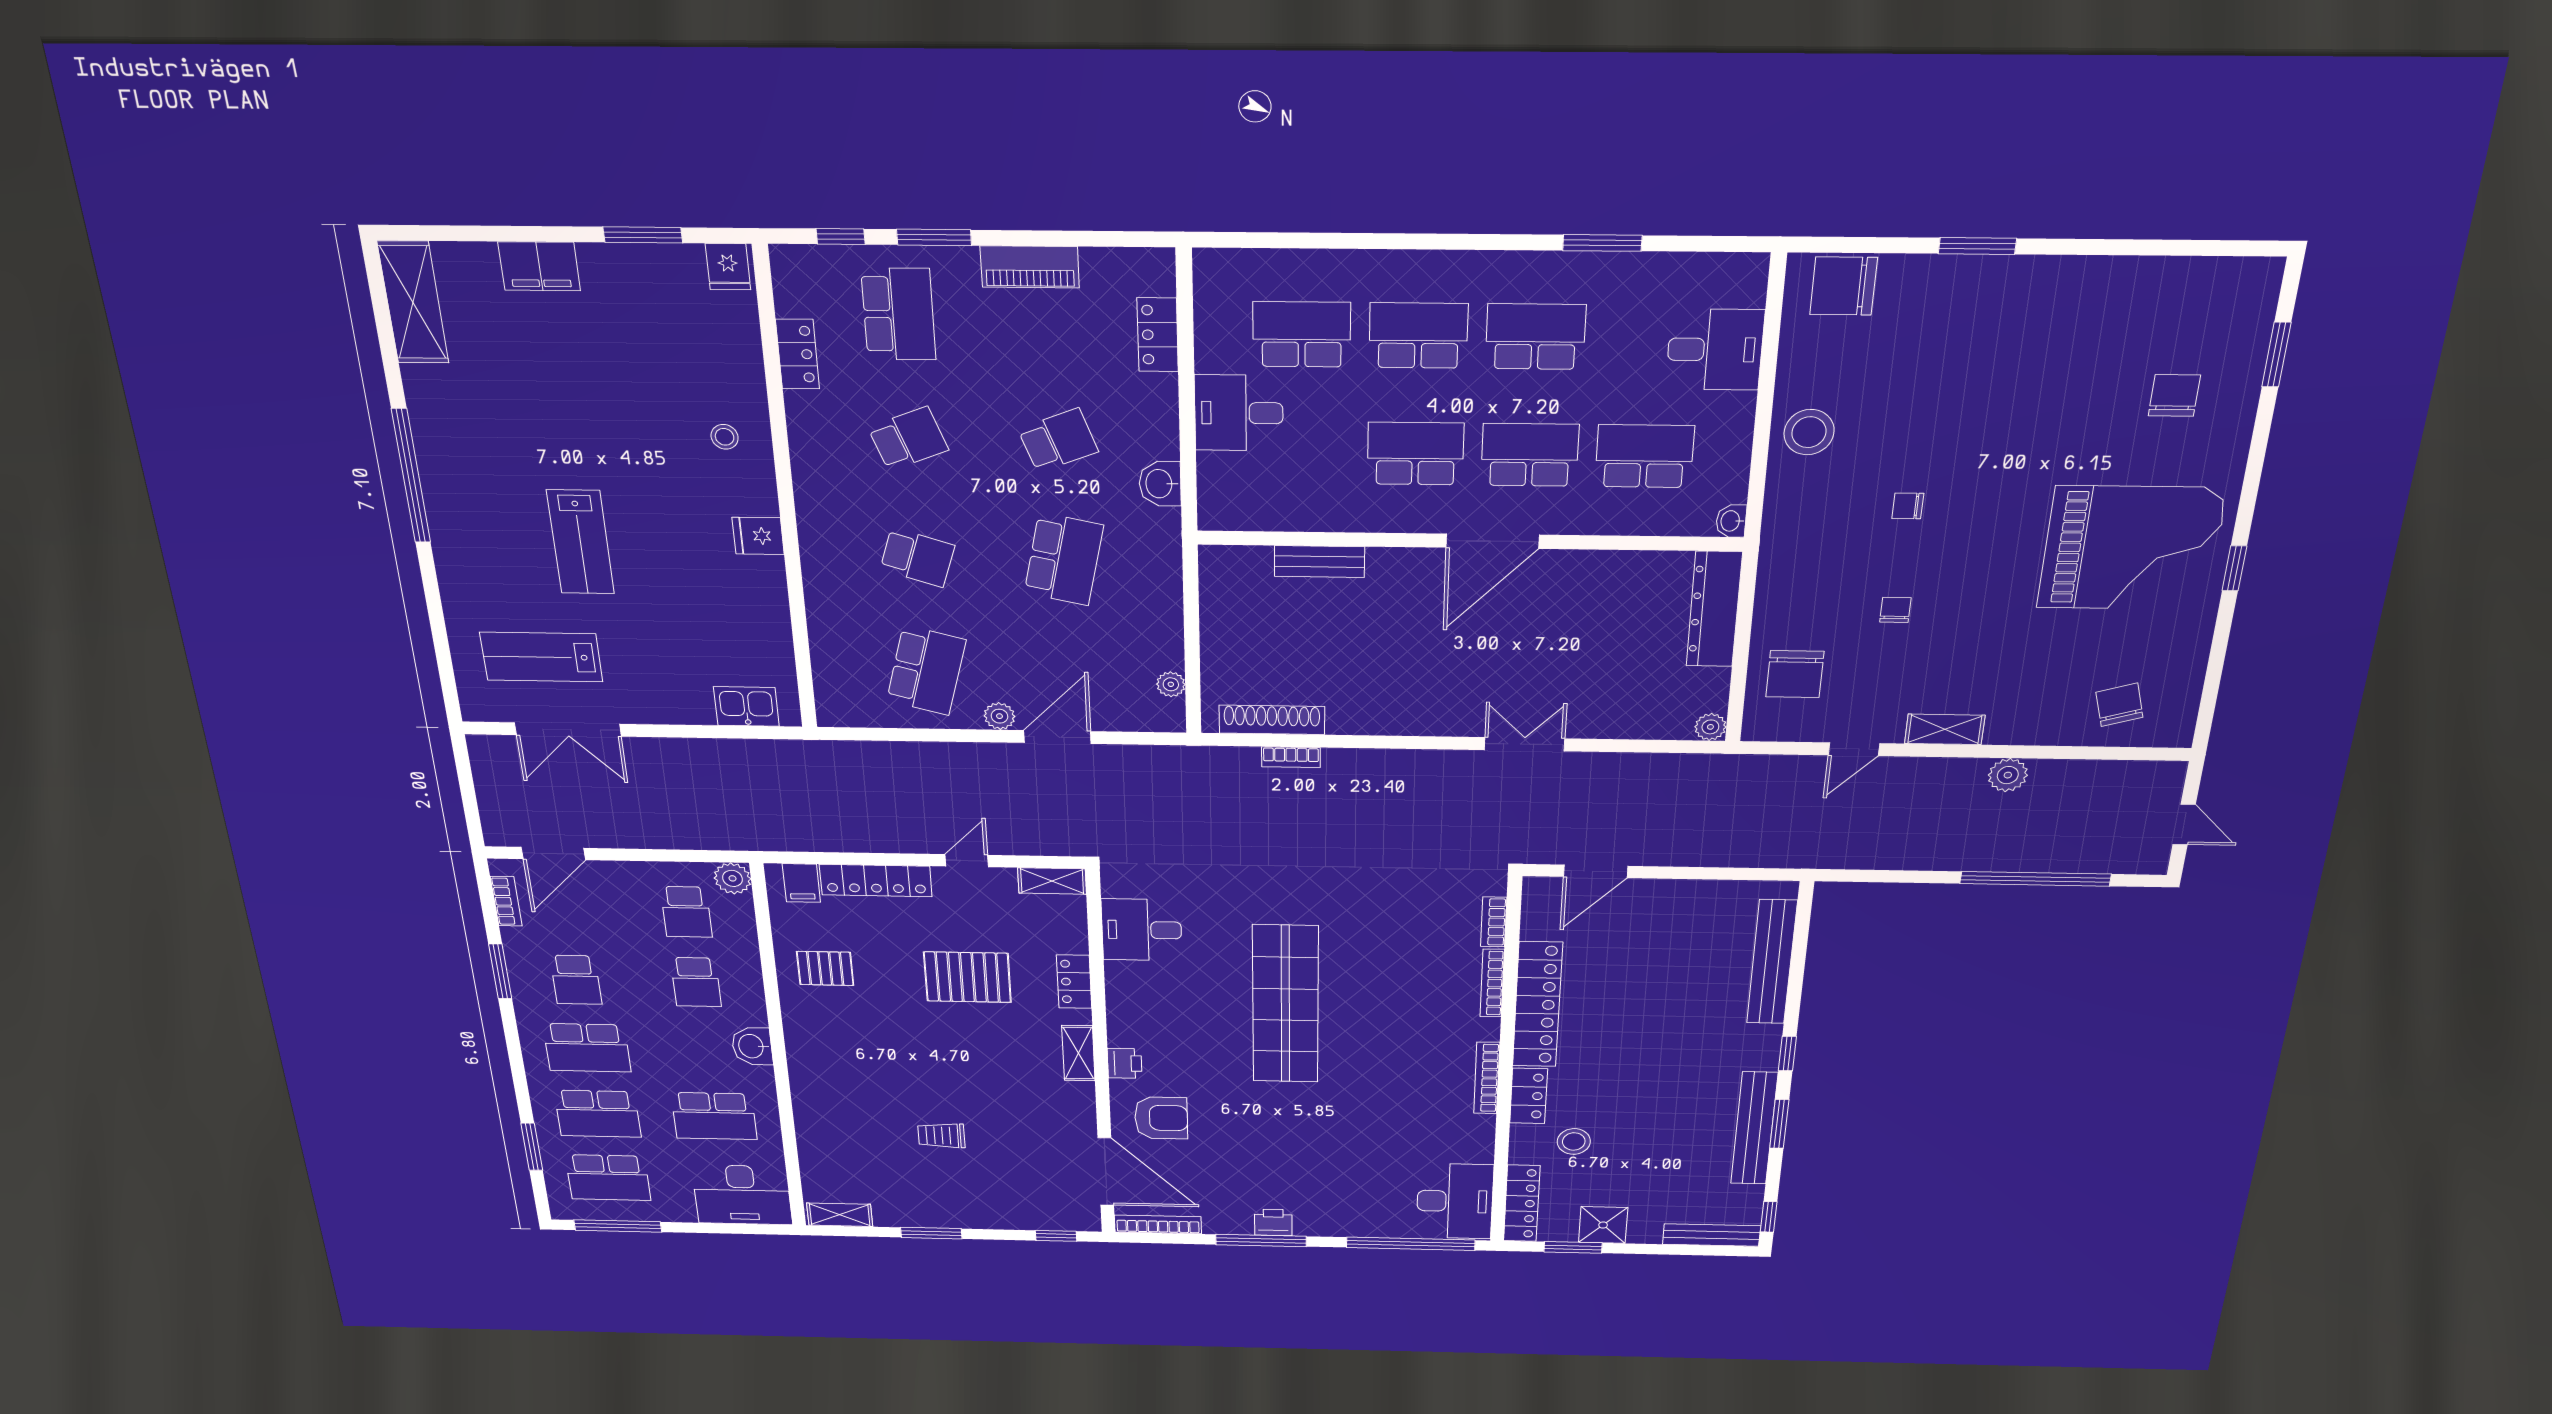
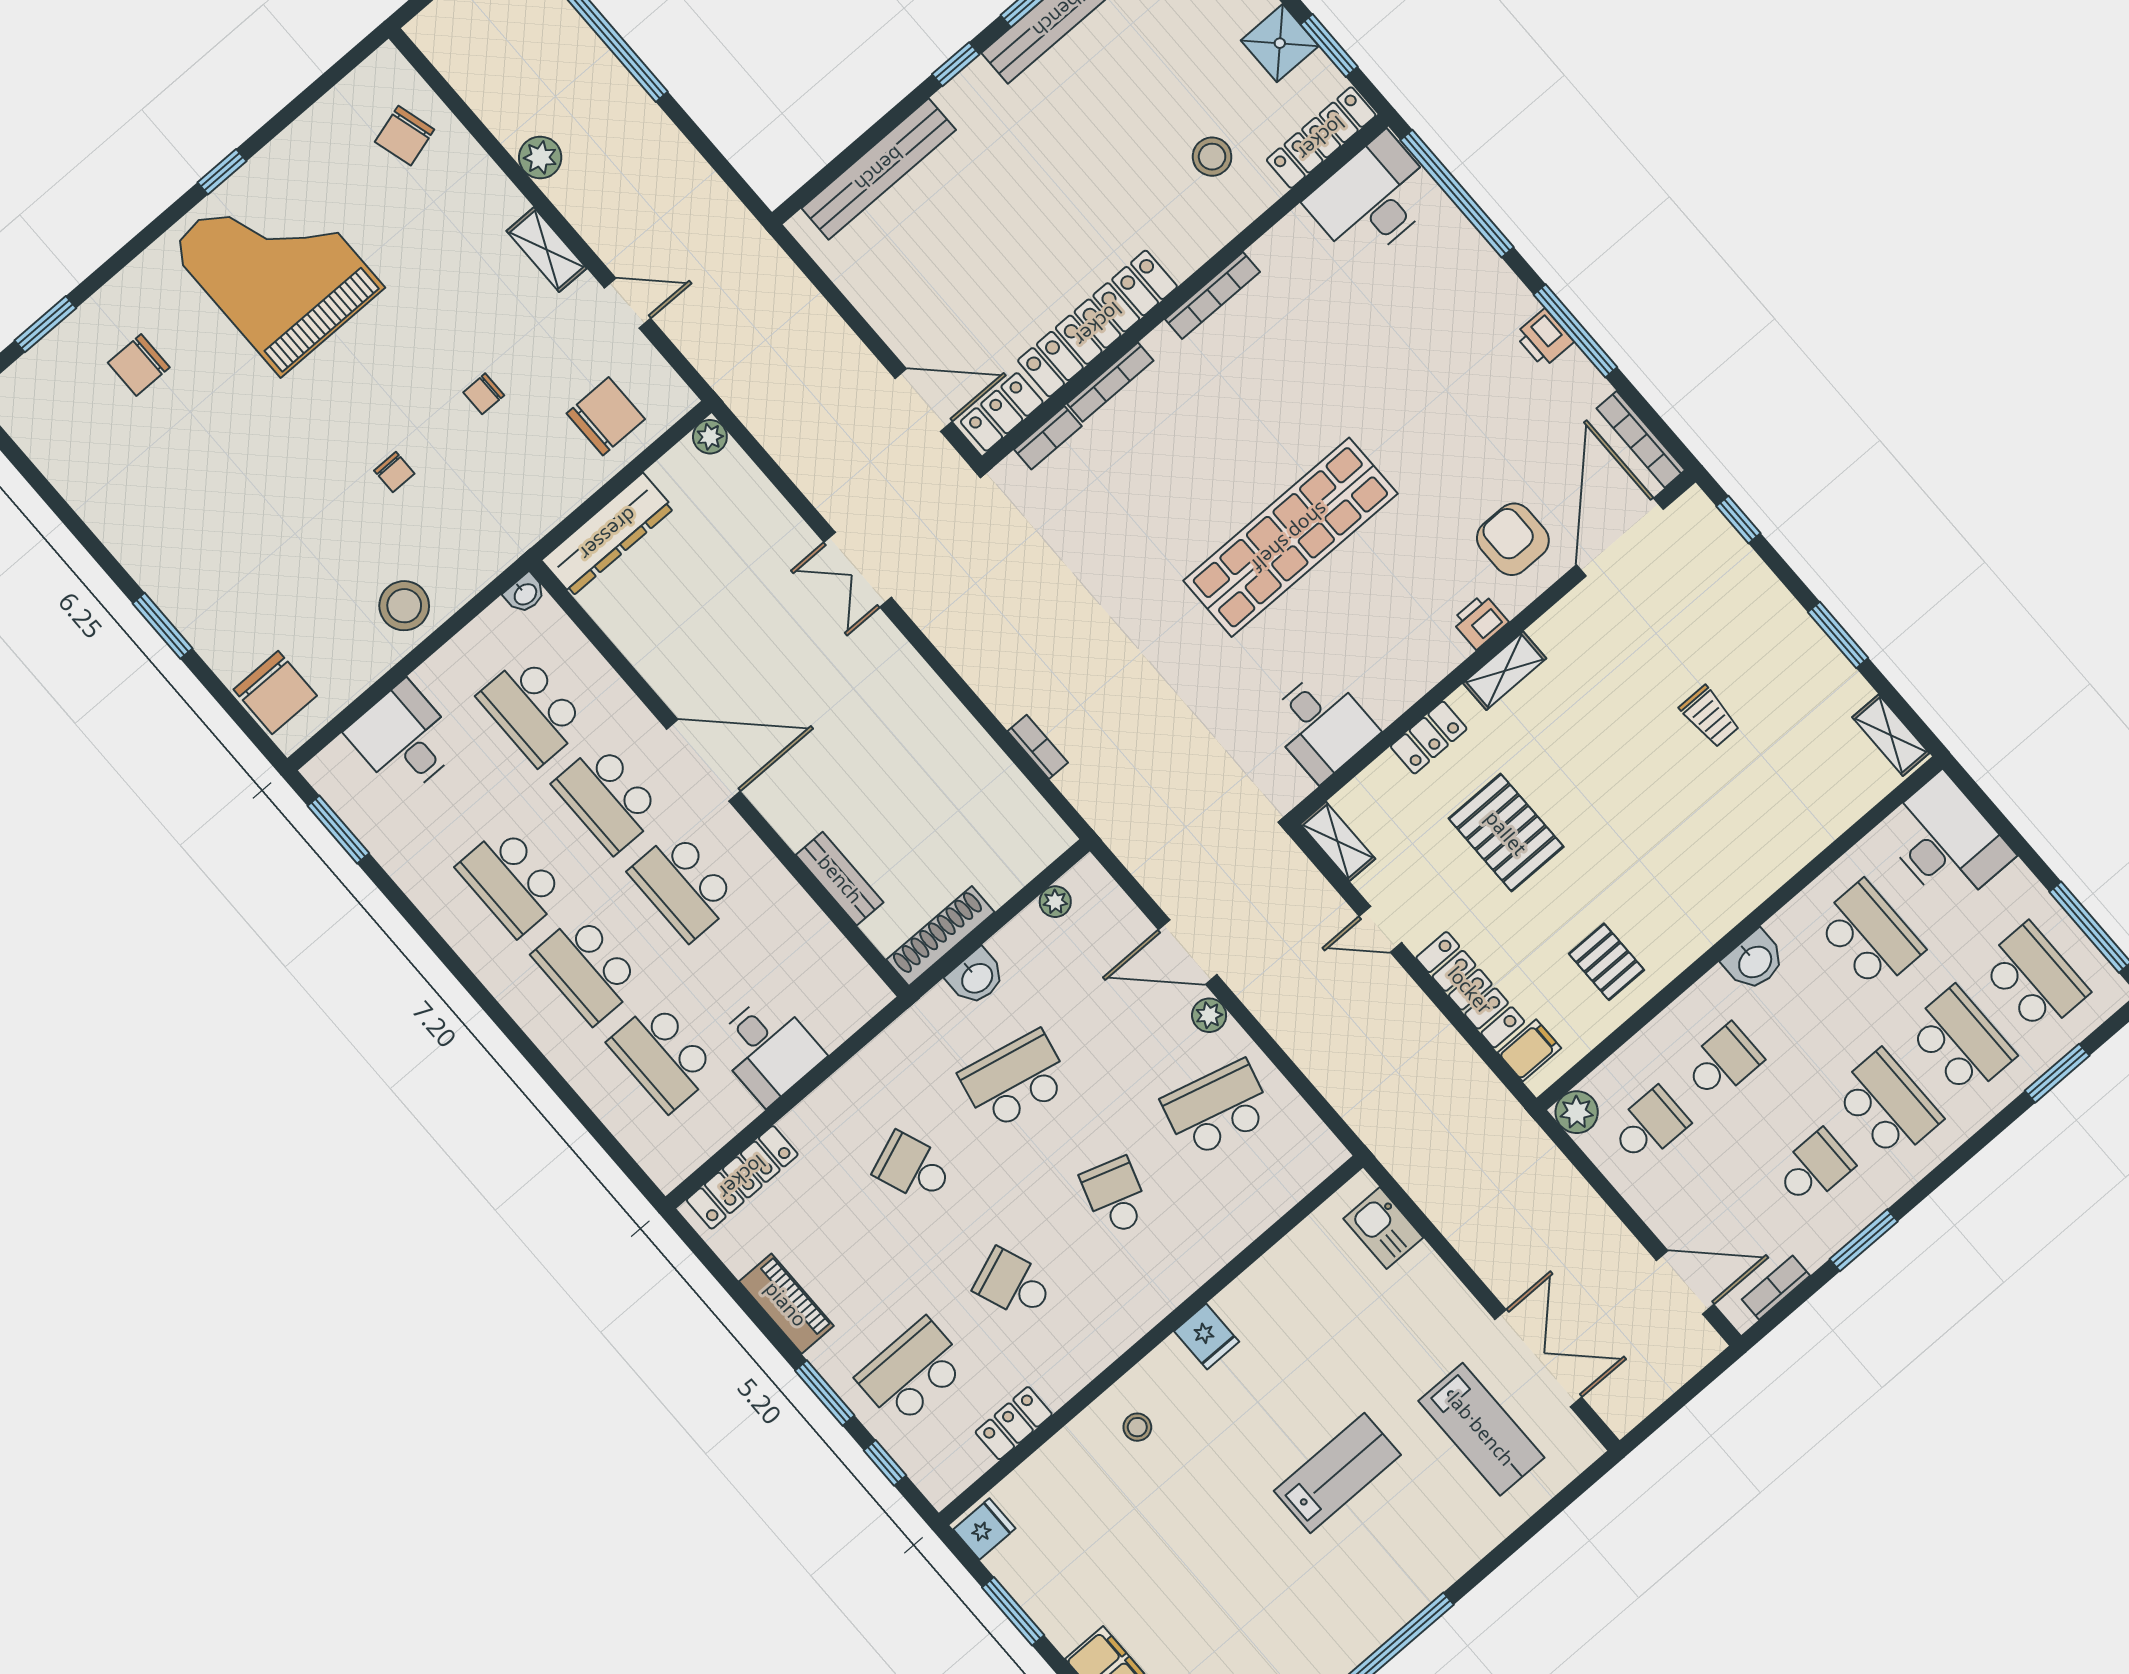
window: (1602, 243) -> (338, 830), moved
locker: (1158, 335) -> (742, 1177), width x1.53
washbasin: (1160, 484) -> (976, 977), moved
shoe rack: (1272, 720) -> (940, 936), moved, turned 90
locker: (1529, 1096) -> (1002, 412), moved

